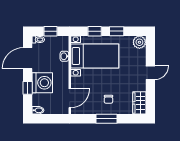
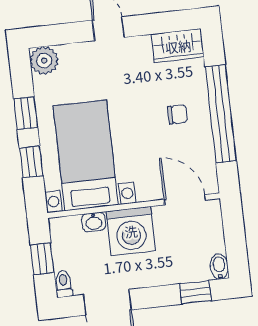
washing machine: (42, 83) -> (131, 231), moved, turned 180
window: (28, 88) -> (196, 292), moved
window: (107, 119) -> (221, 114), width x2.11

